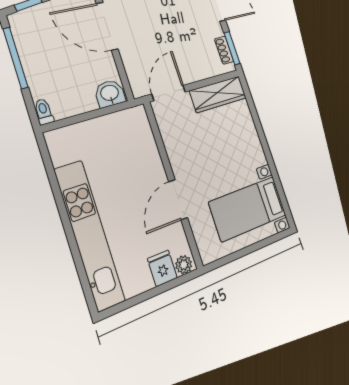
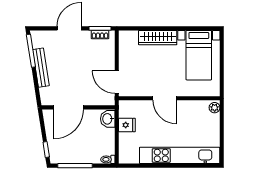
wardrobe: (218, 94) -> (158, 38), moved, turned 90
door: (178, 200) -> (165, 98), moved
fridge: (162, 268) -> (127, 125), moved, turned 180

